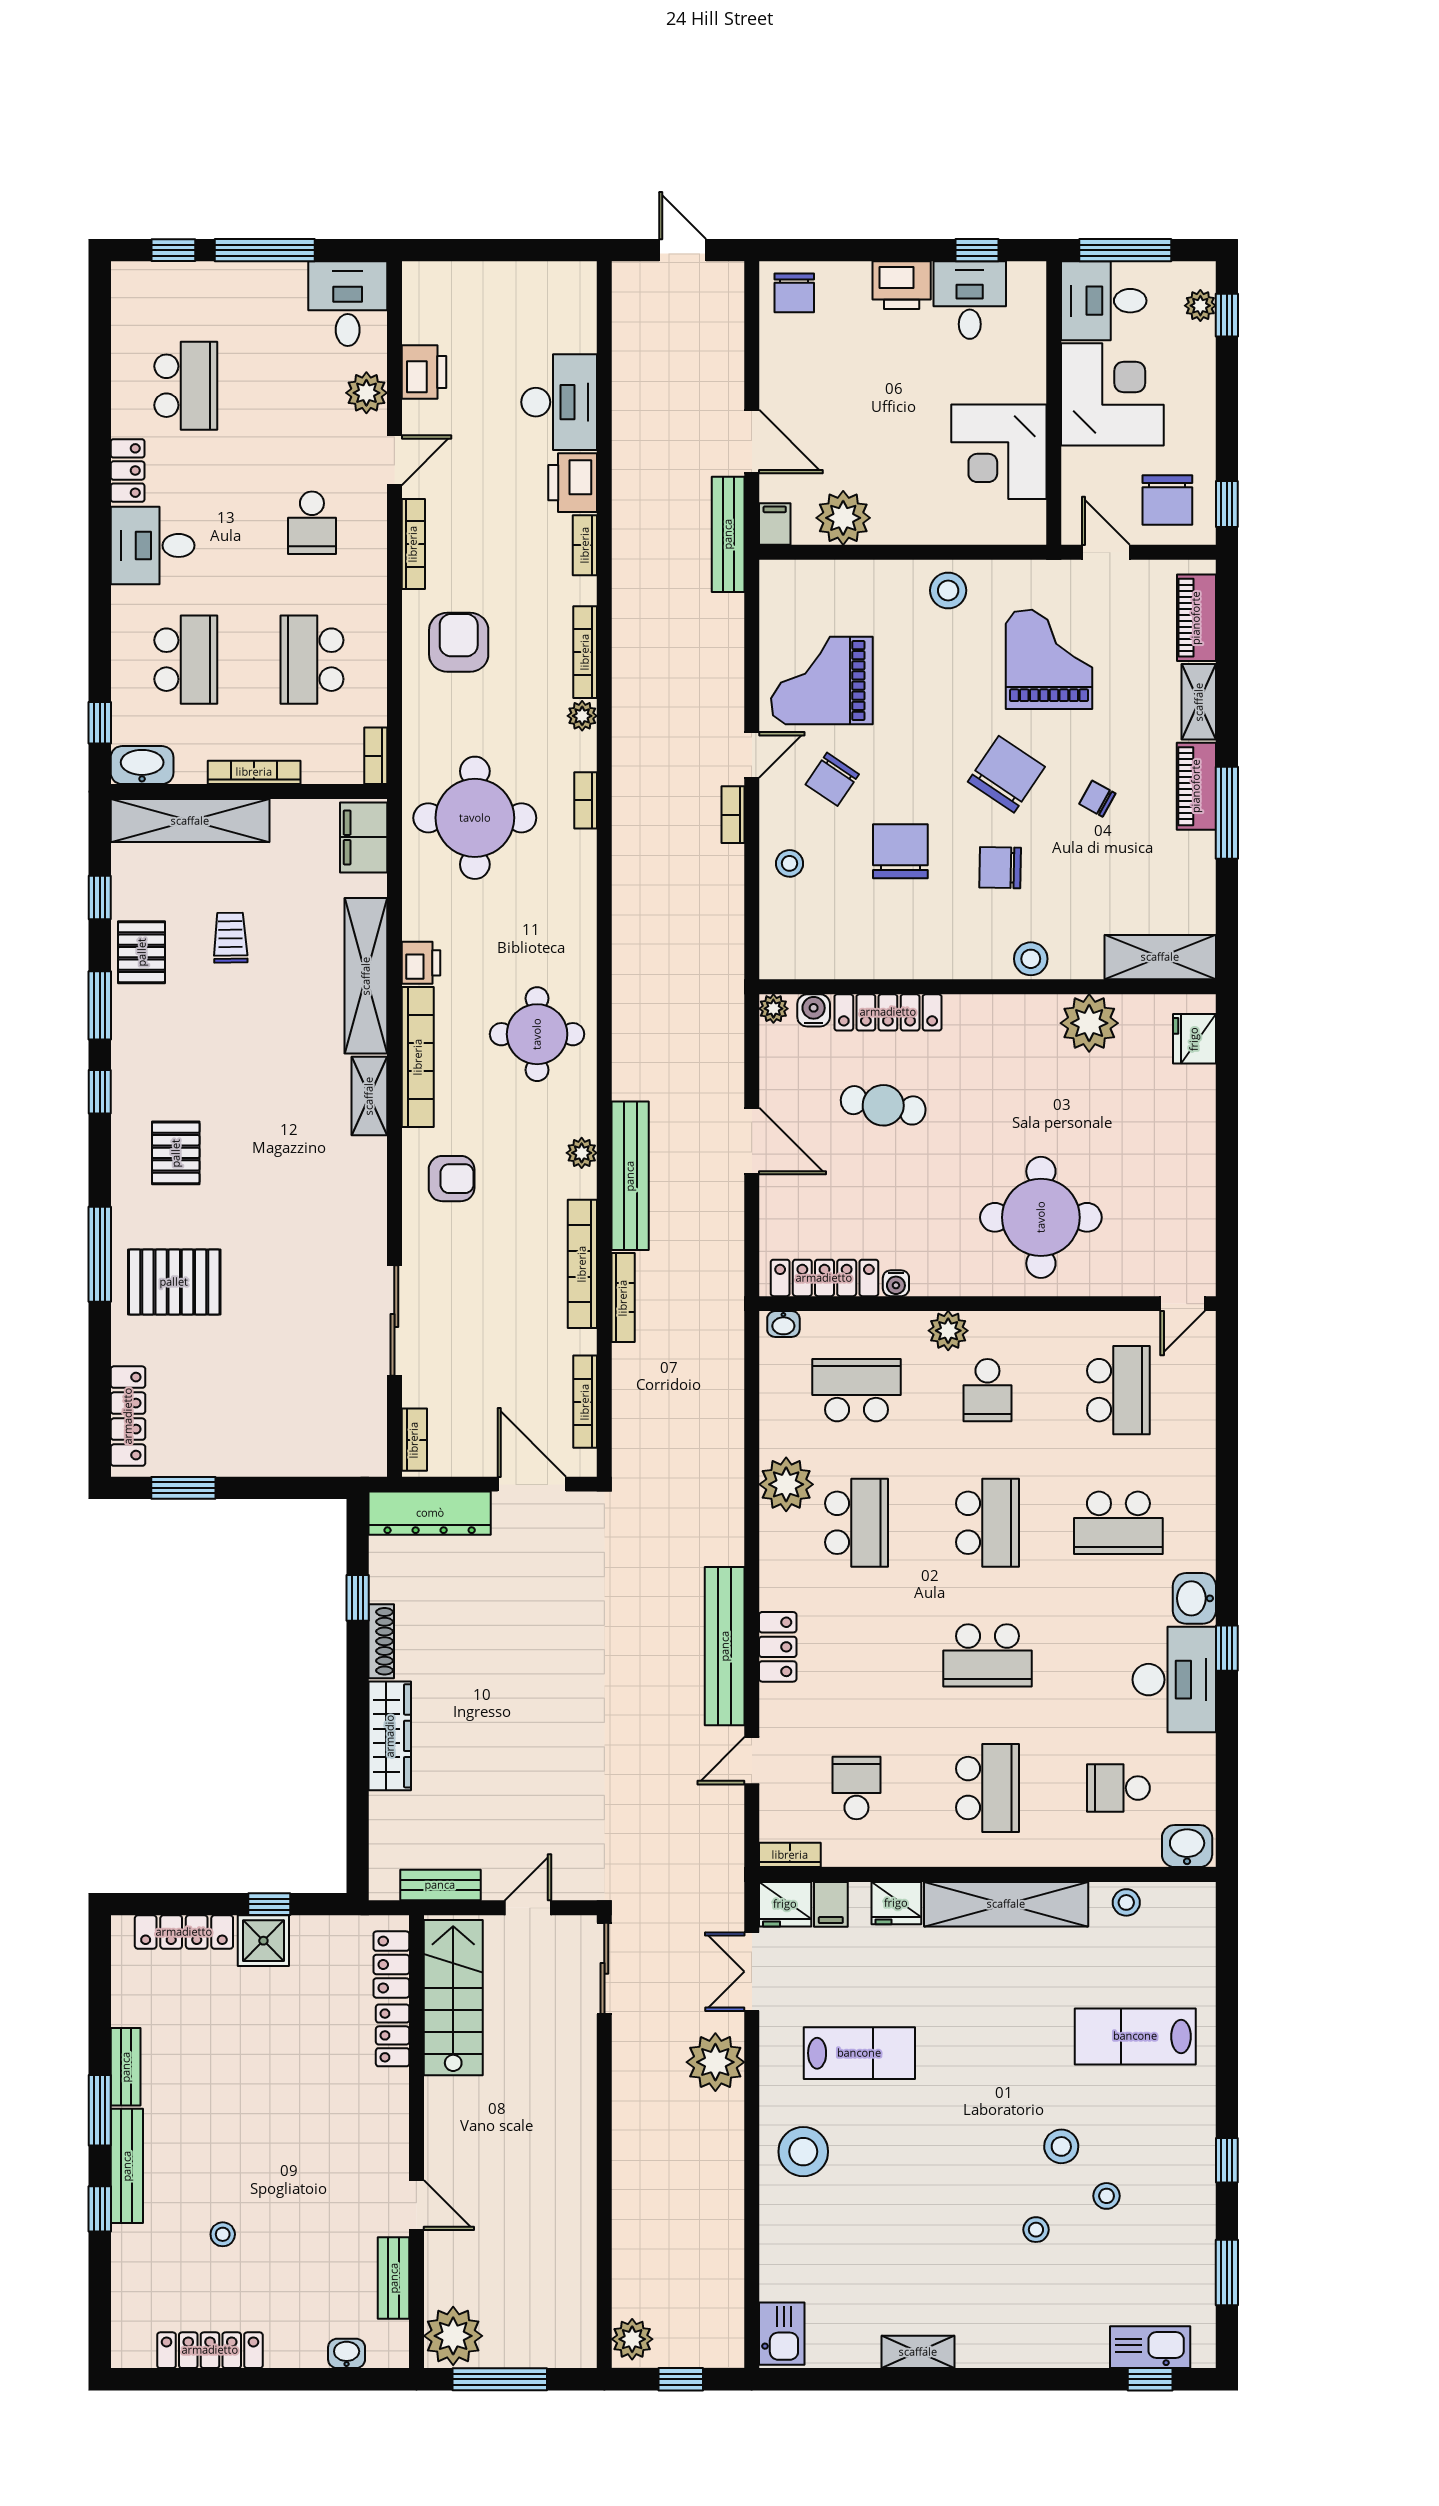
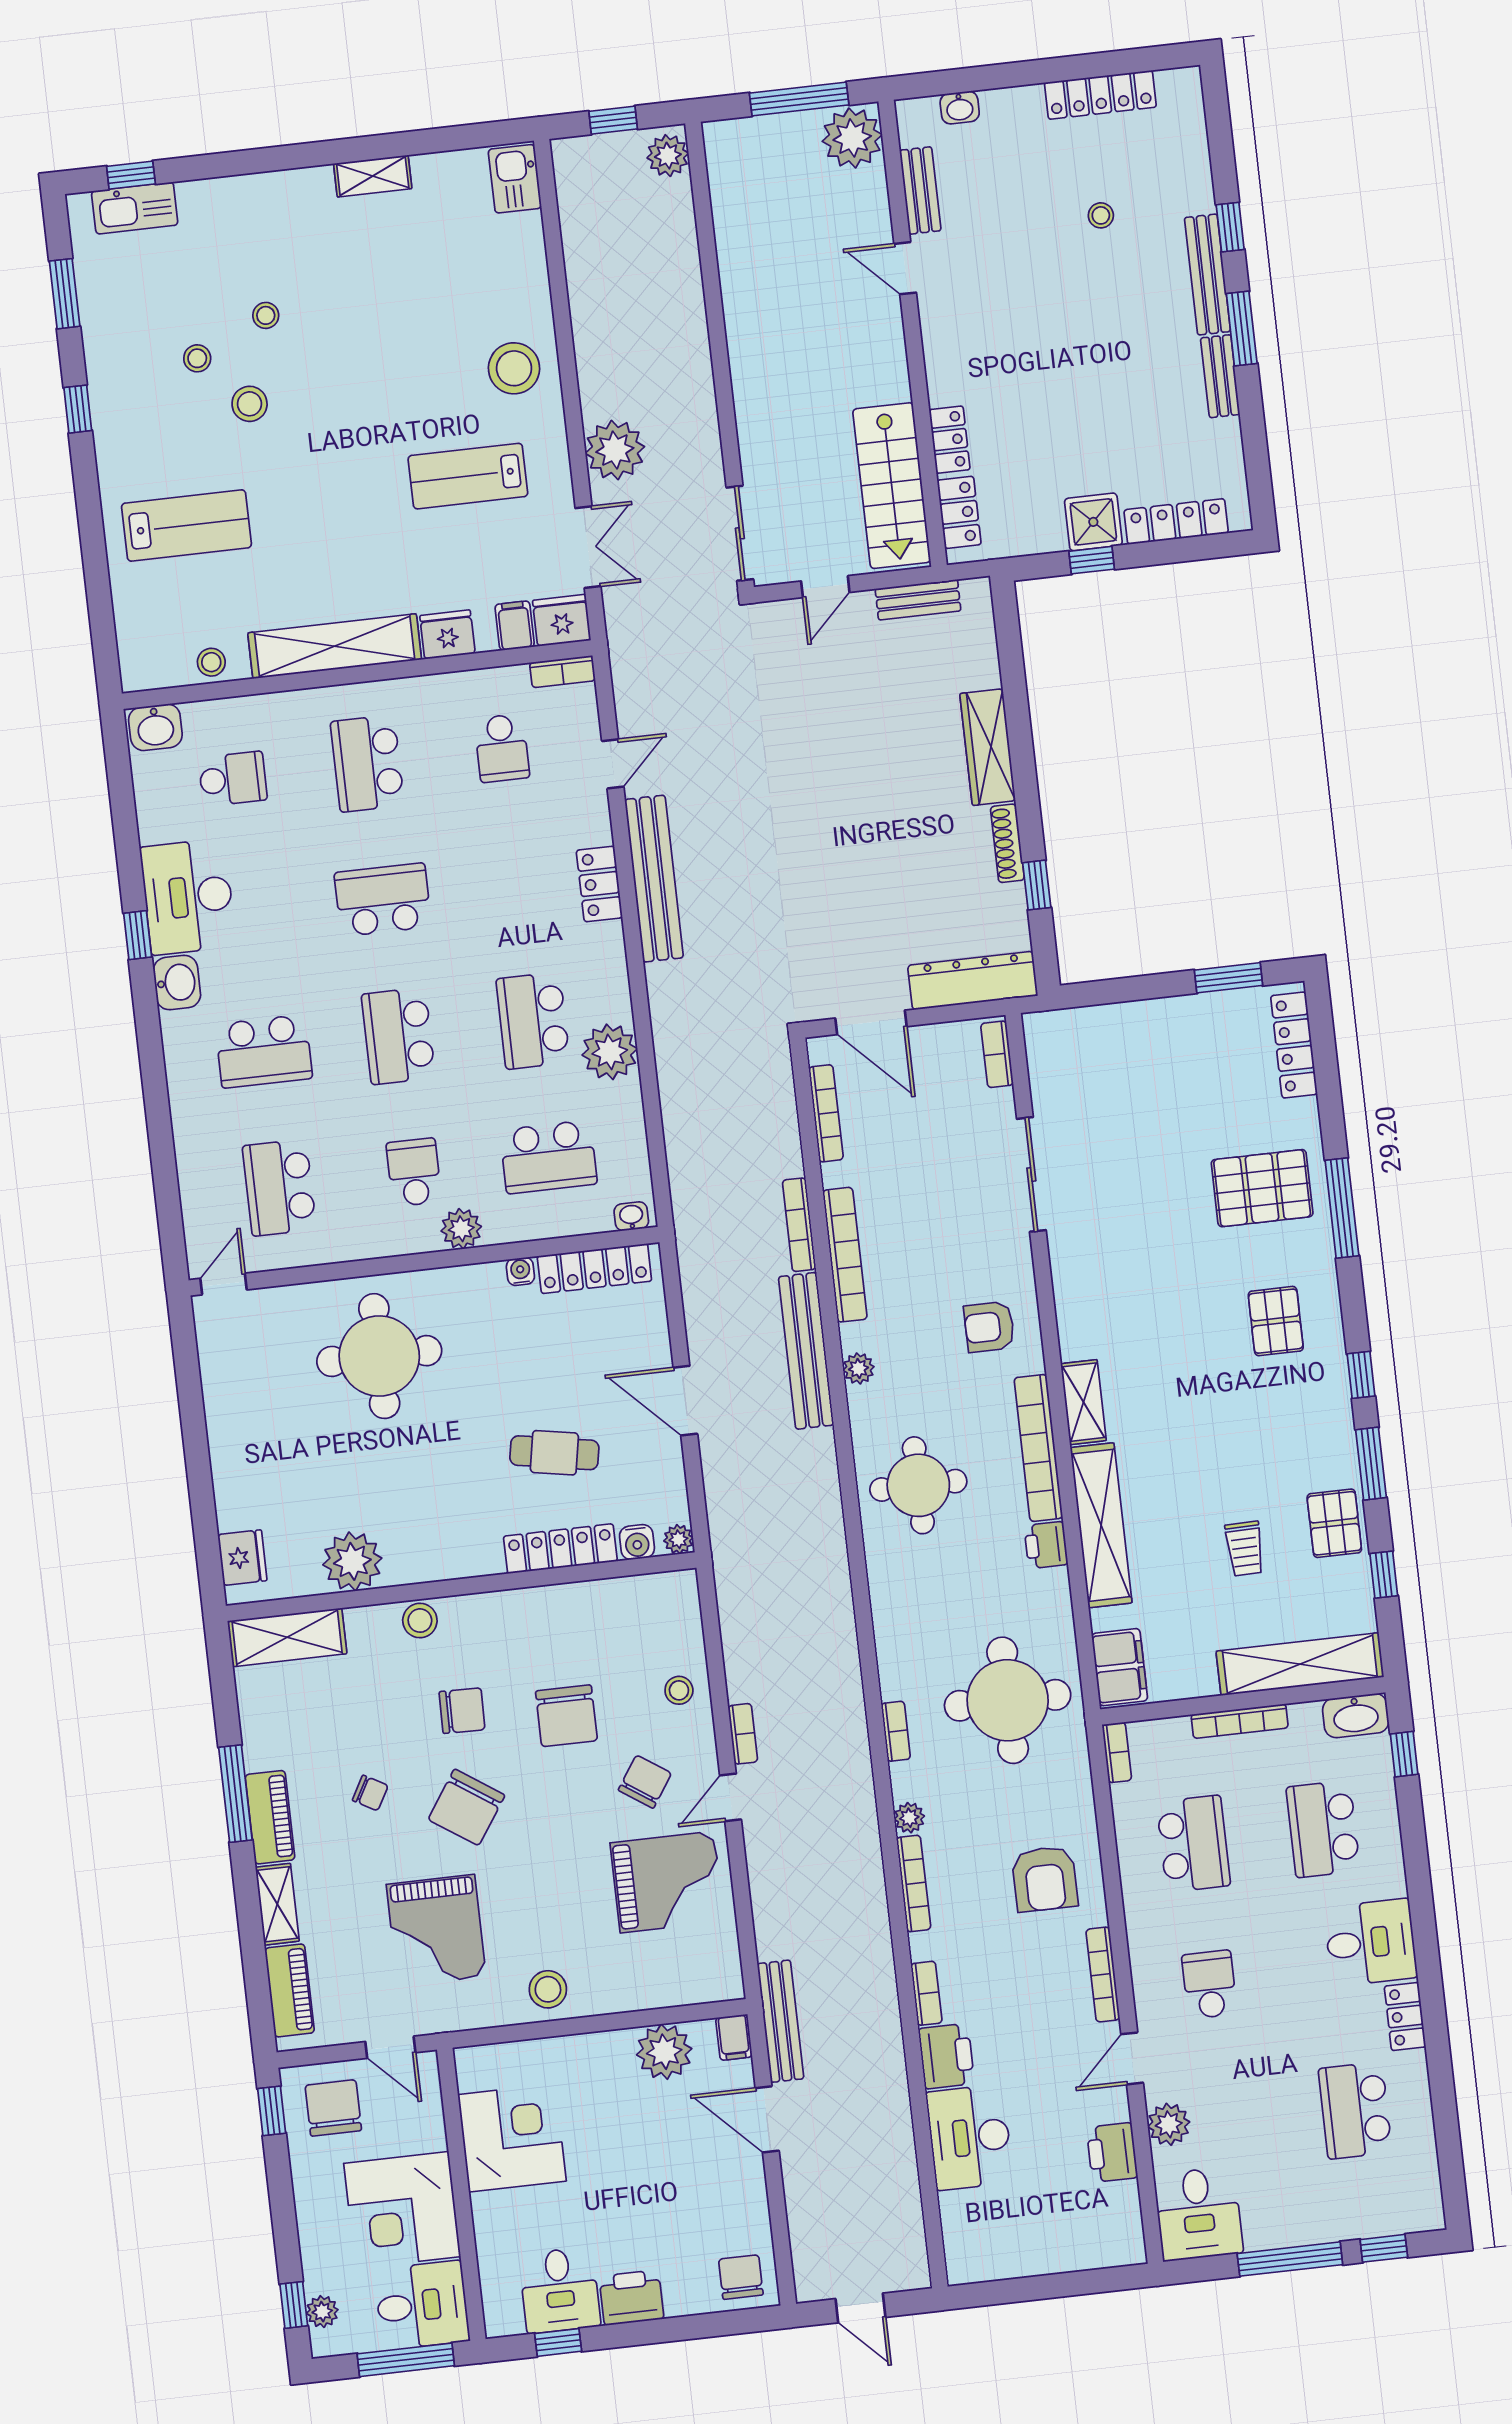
school desk: (1118, 1523) -> (264, 1051), turned 180

